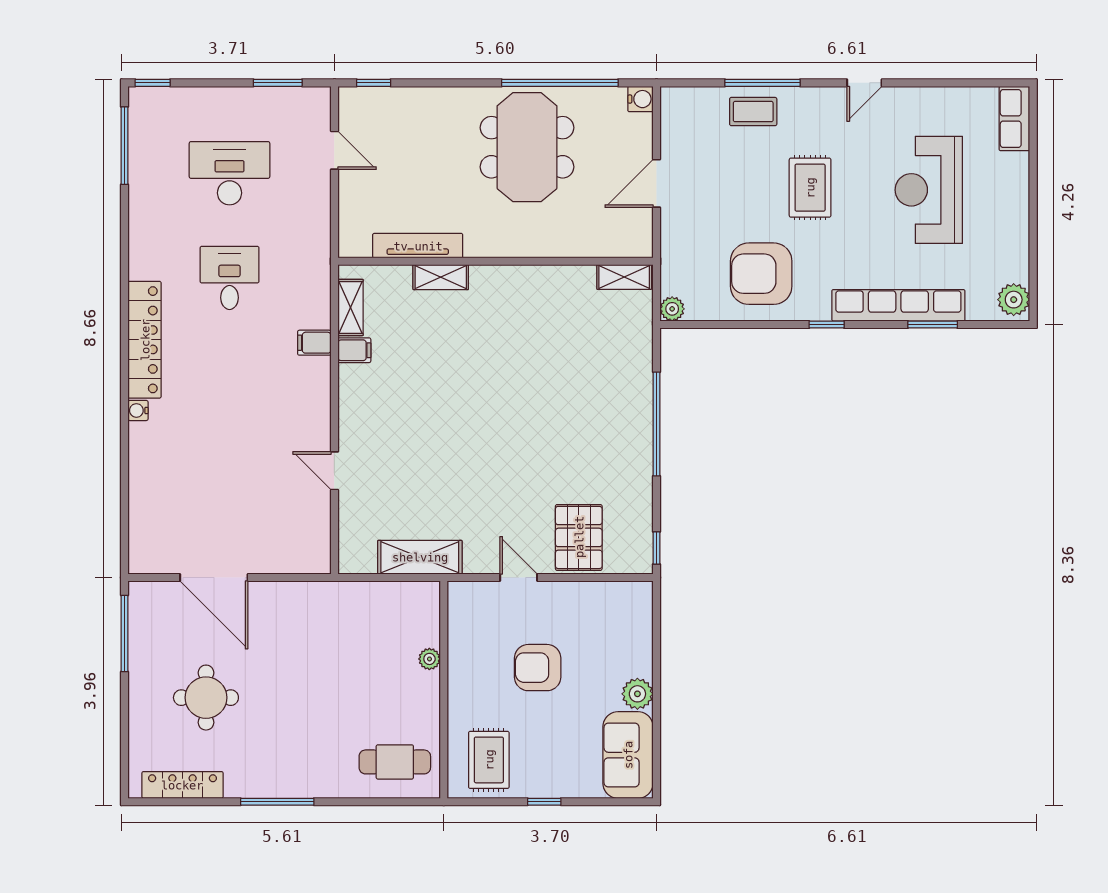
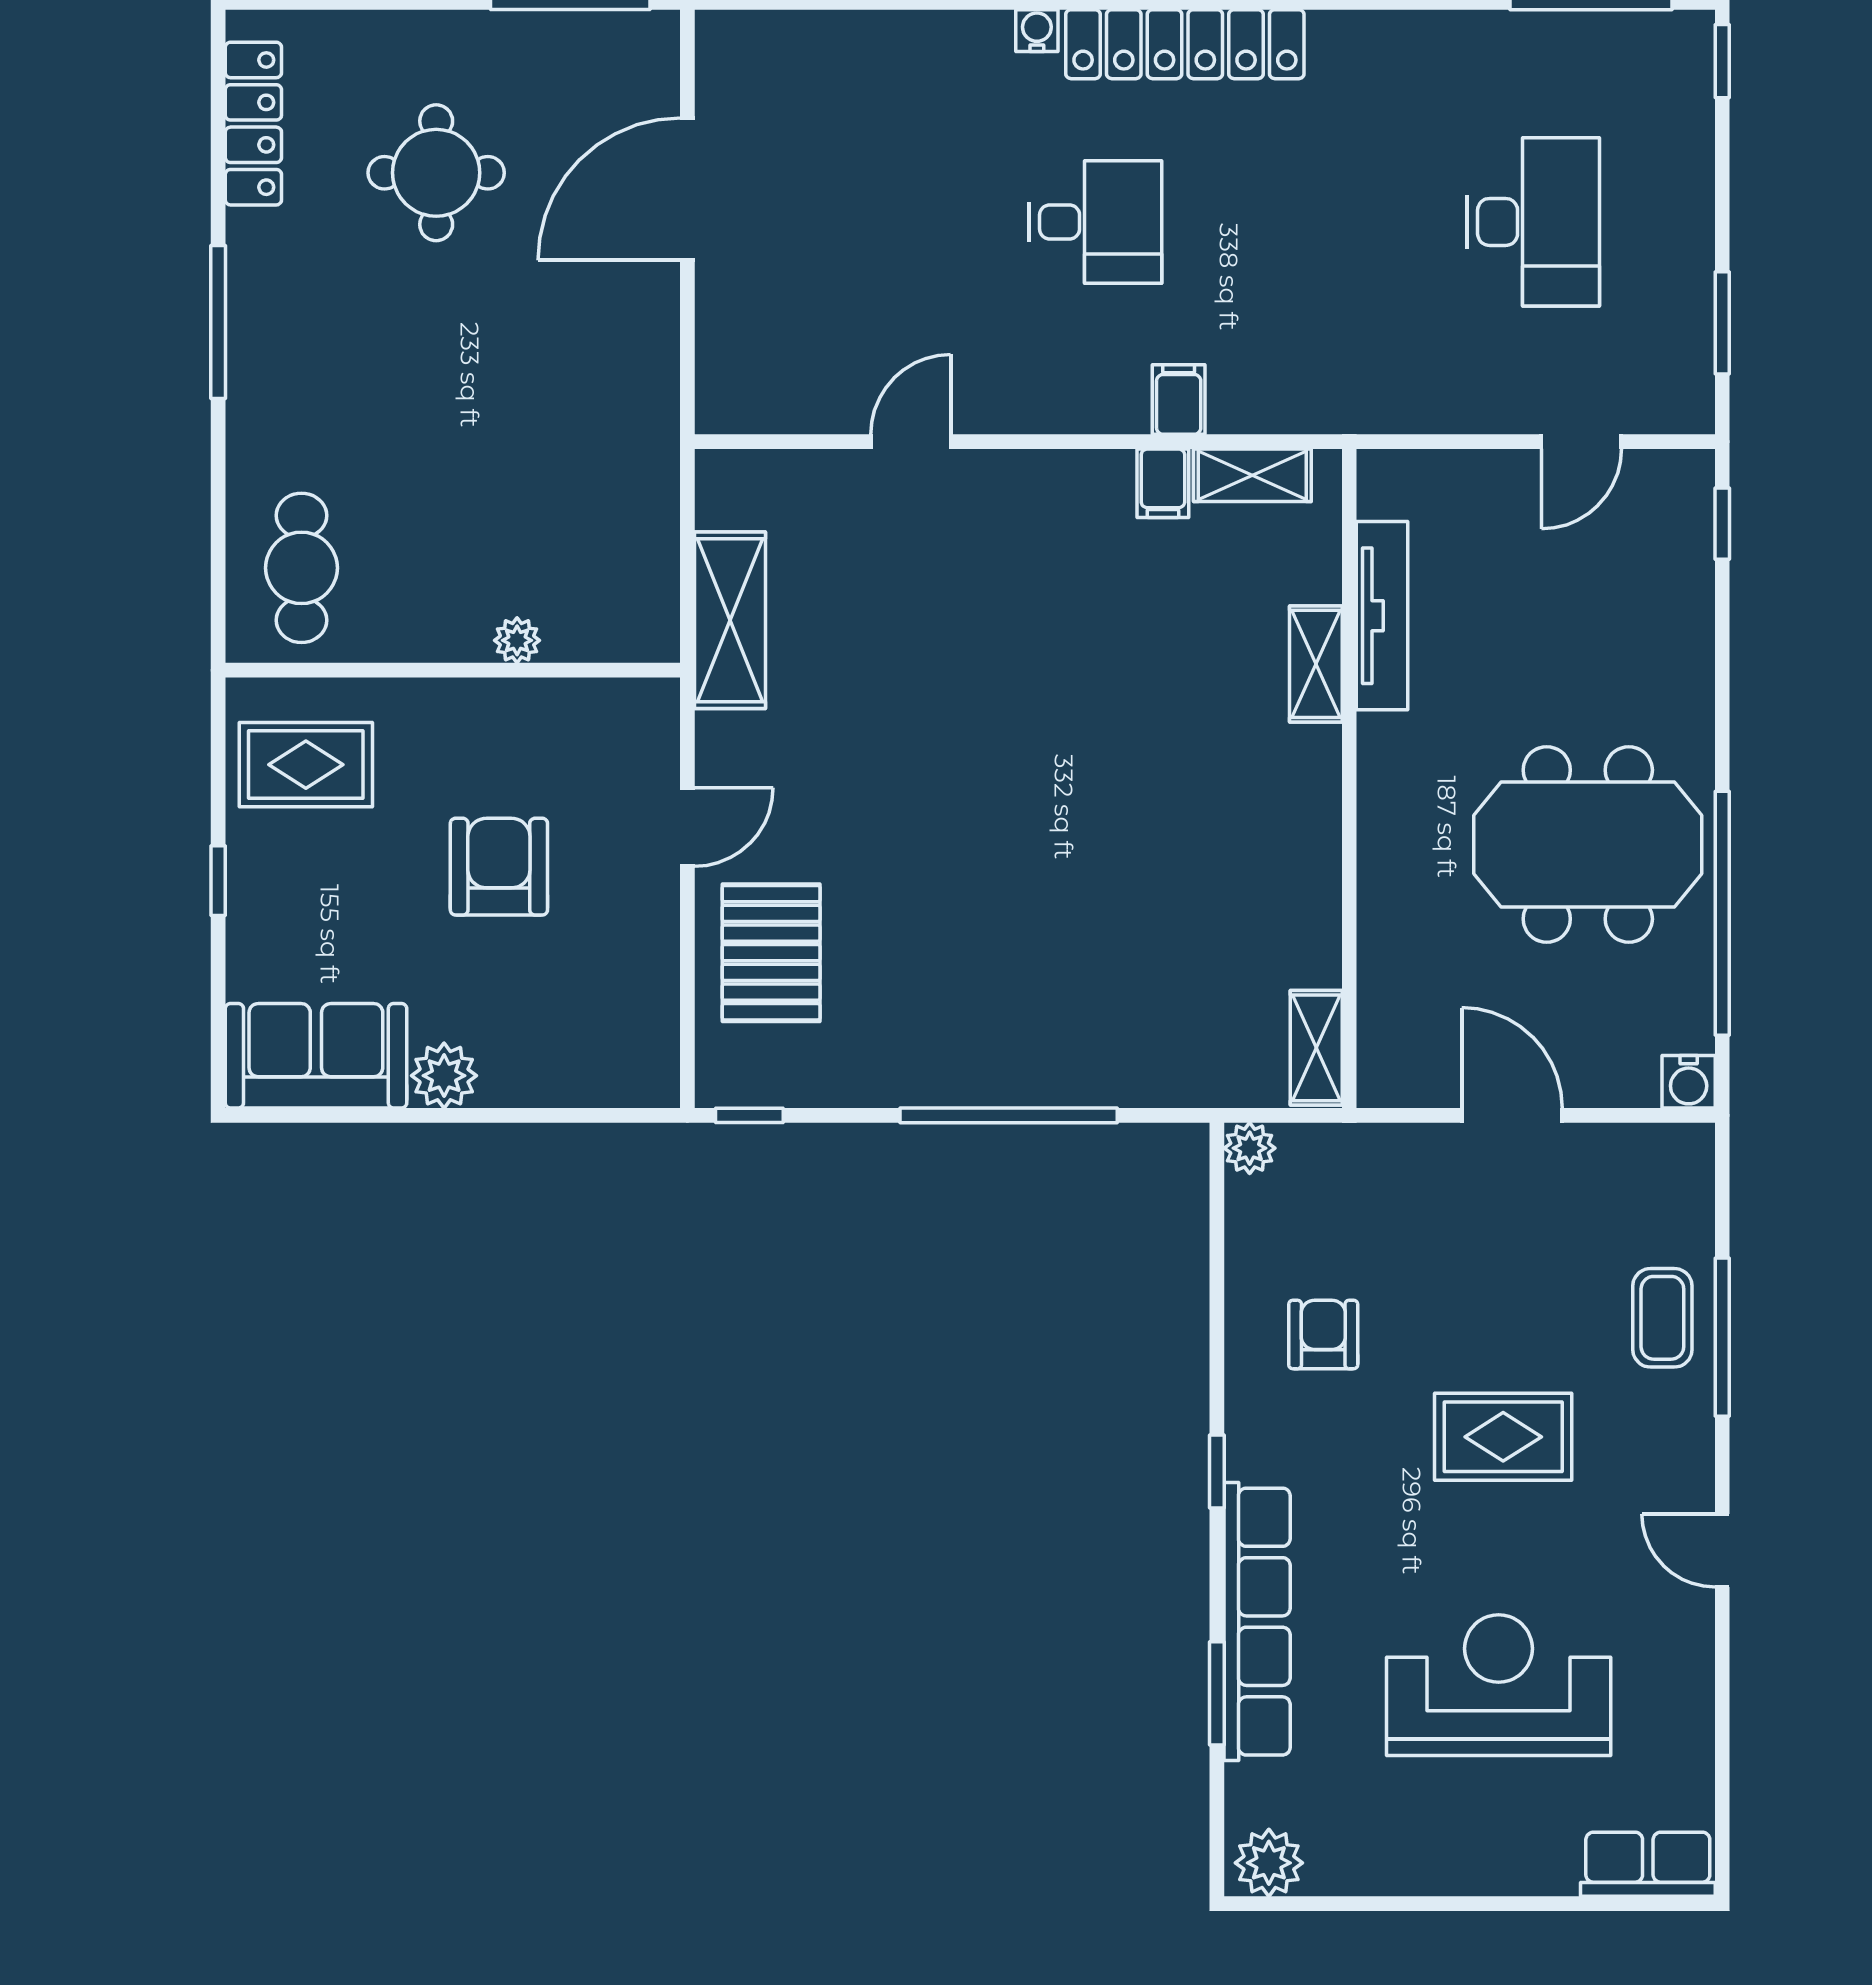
armchair: (761, 274) -> (1323, 1335), width x0.53, depth x0.53
desk: (230, 278) -> (1095, 222), moved
pallet: (579, 537) -> (771, 953), turned 90

